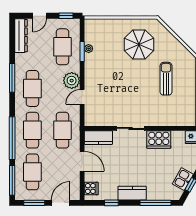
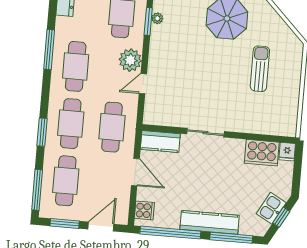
window: (12, 138) -> (42, 132), width x0.47
cooker: (159, 139) -> (262, 153), moved
kitchen counter: (132, 193) -> (210, 222), width x1.50
window: (111, 203) -> (170, 233), width x3.17

